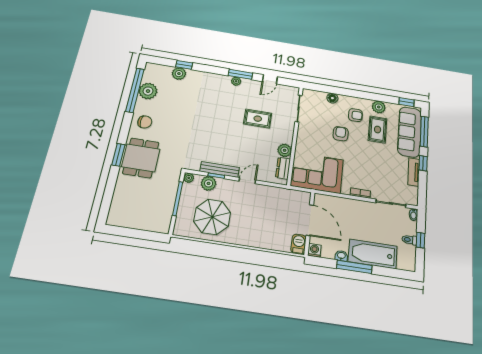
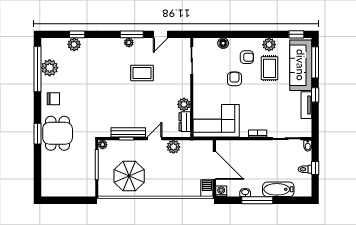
rug: (258, 119) -> (142, 73), moved
plant: (209, 183) -> (173, 147), moved
bathtub: (373, 254) -> (278, 189), width x0.73, depth x0.73

